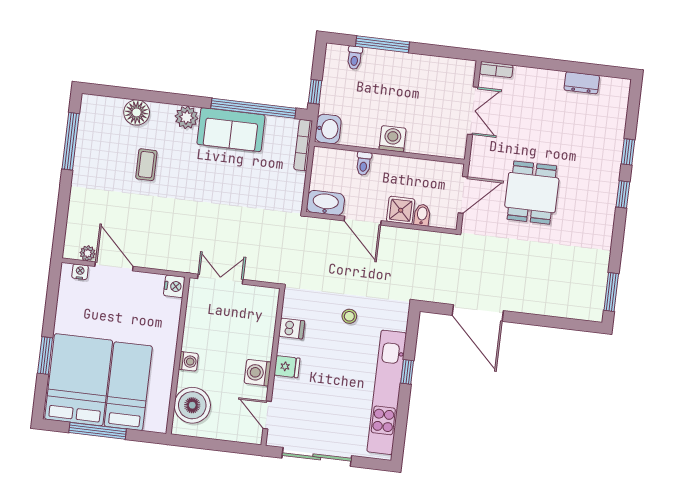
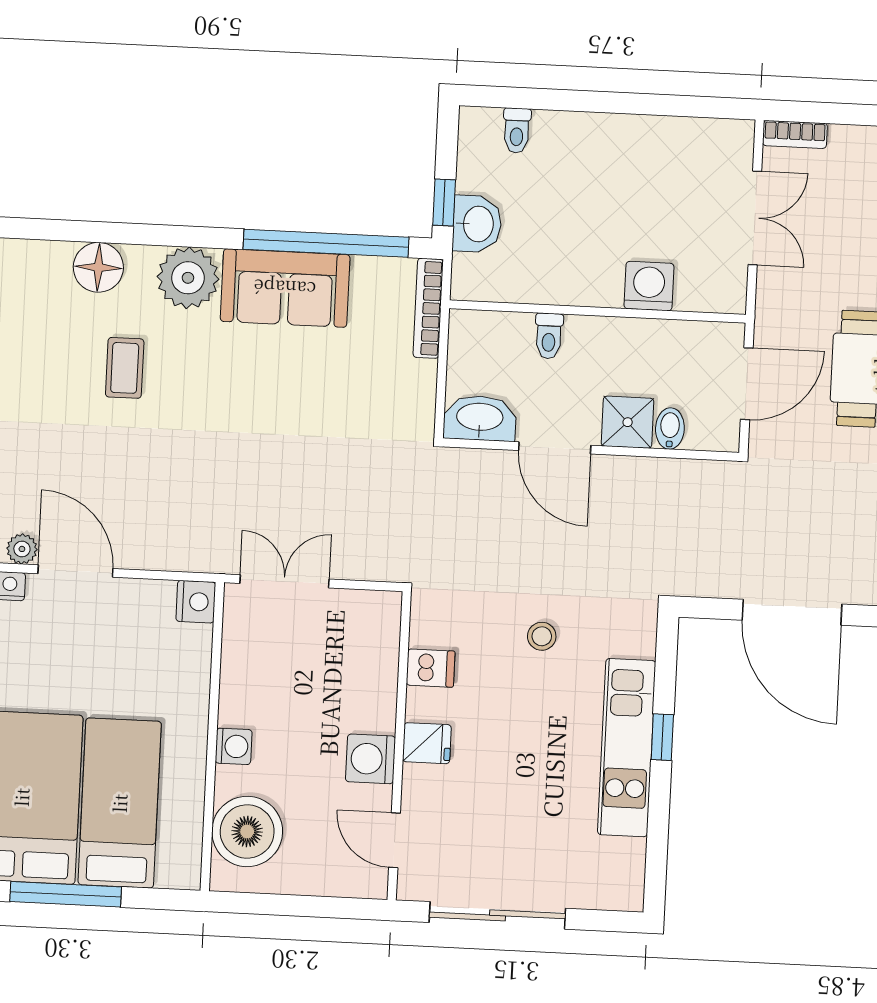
window: (382, 44) -> (569, 100), removed
plant: (187, 117) -> (188, 278), width x1.36, depth x1.36
washbasin: (328, 129) -> (477, 224), moved
washing machine: (393, 139) -> (649, 286), moved
kitchen unit: (387, 392) -> (627, 748), width x0.73

